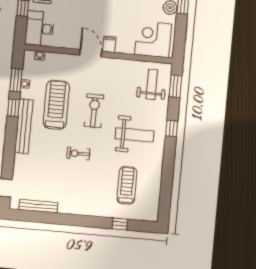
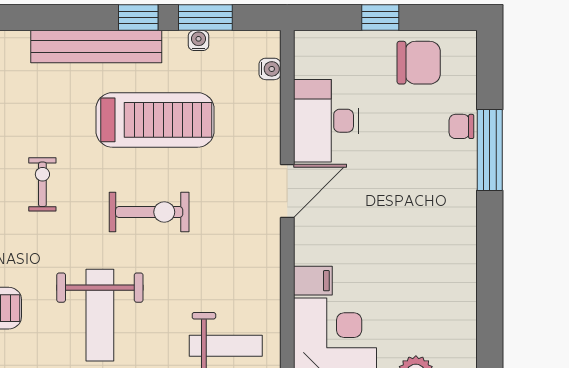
desk: (40, 29) -> (326, 121), moved, turned -90
filing cabinet: (109, 44) -> (313, 281), moved

